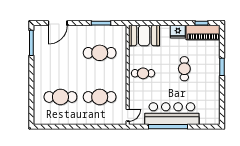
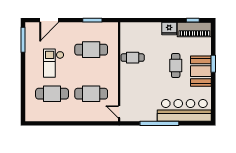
booth: (144, 36) -> (201, 71), moved, turned 90
checkout: (62, 66) -> (54, 63), added
cafe table: (143, 73) -> (133, 58), moved
bar counter: (172, 114) -> (184, 110), moved
door: (128, 115) -> (119, 112), swing flipped

